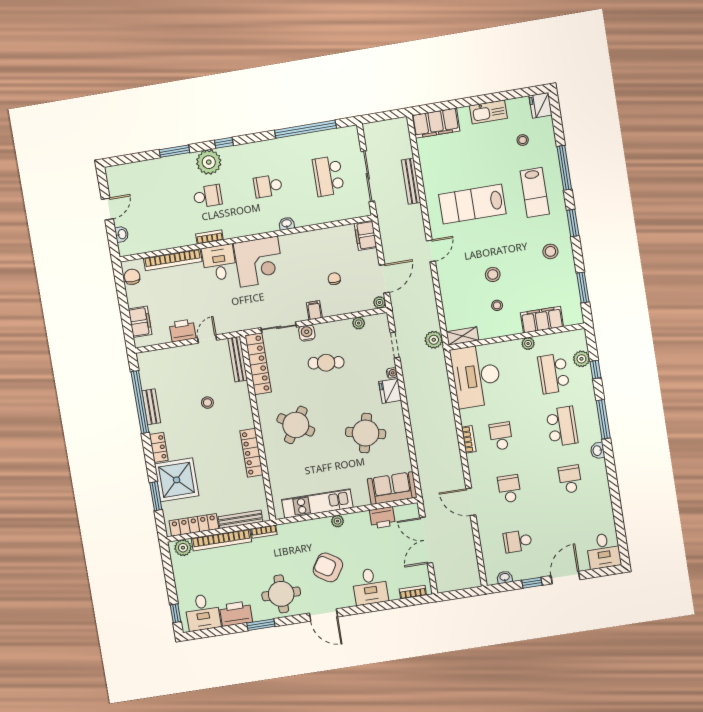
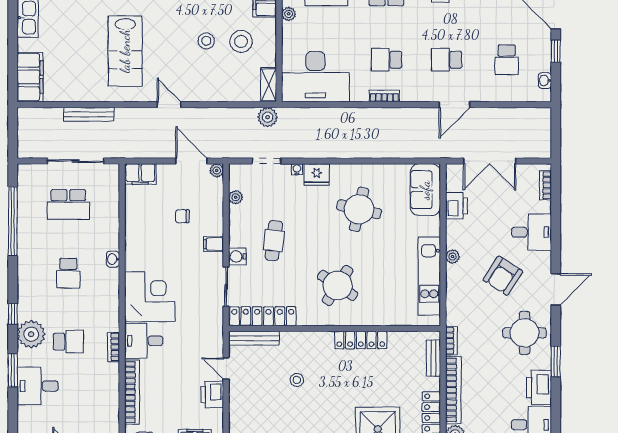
desk: (164, 175) -> (38, 386), added
school desk: (208, 196) -> (68, 342), turned 90
stool: (497, 305) -> (241, 41), width x1.89, depth x1.89
bench: (240, 519) -> (433, 358), width x0.73

